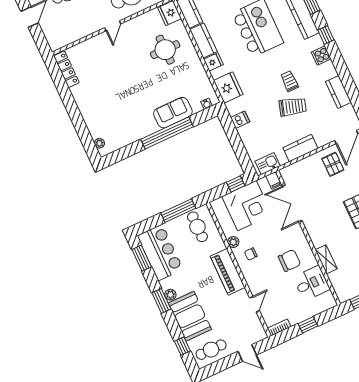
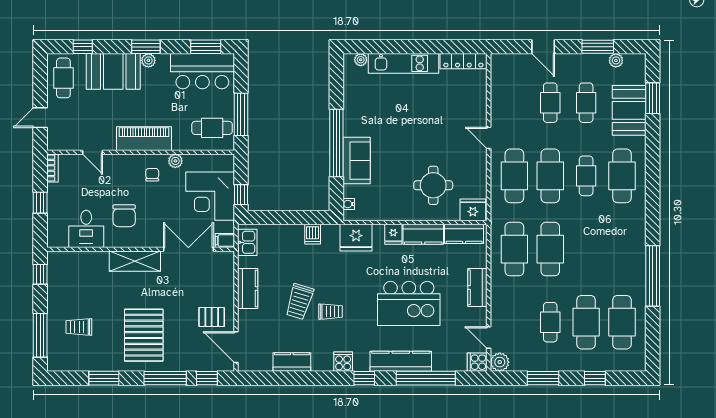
kitchen unit: (88, 111) -> (404, 63), added
shelving: (326, 259) -> (135, 261), moved, width x1.50, depth x1.33

